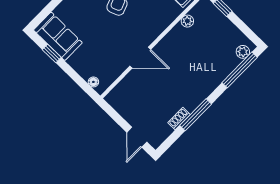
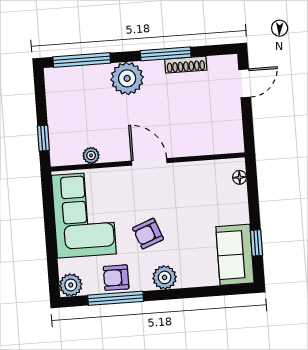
plant: (243, 52) -> (127, 78), moved, width x1.87, depth x1.87
door: (140, 58) -> (149, 162), moved
shoe rack: (179, 119) -> (186, 65), width x1.43

